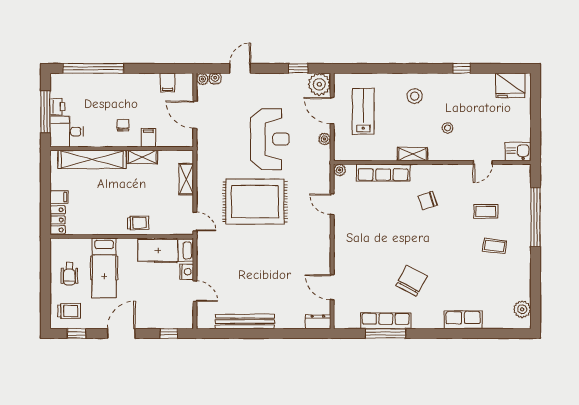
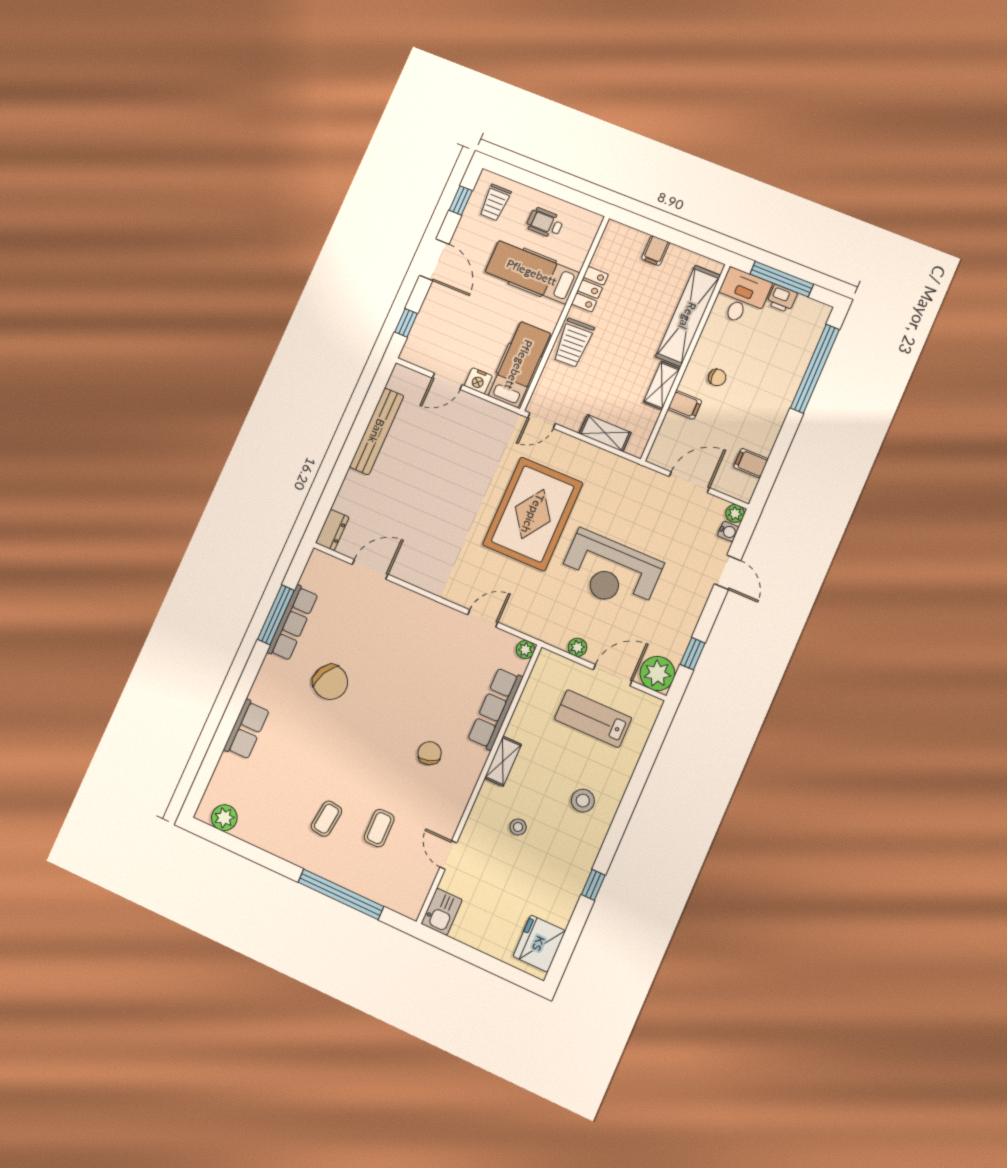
lab bench: (363, 111) -> (593, 719), turned 180
locker: (58, 220) -> (590, 289), moved, turned -90
trolley: (138, 223) -> (573, 343), width x1.36, depth x1.39

